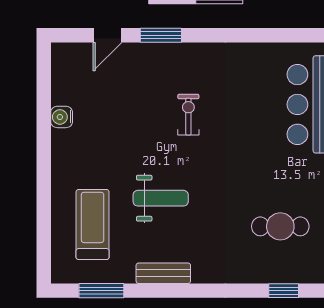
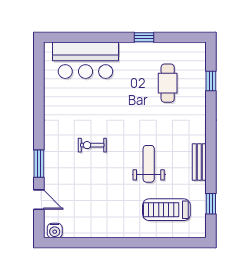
water cooler: (62, 117) -> (55, 231), moved
window: (101, 291) -> (211, 204), width x0.67

